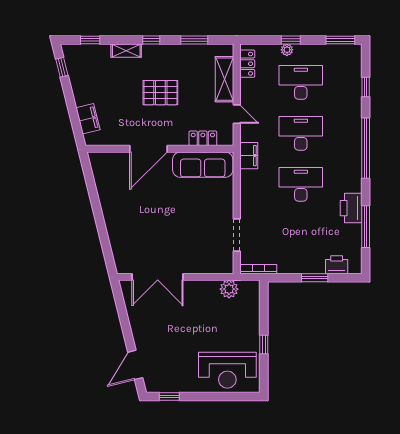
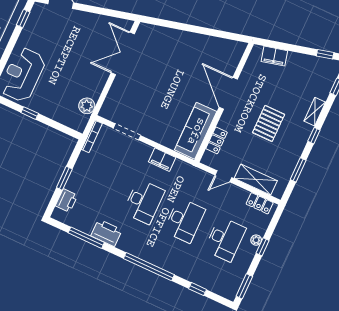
filing cabinet: (249, 156) -> (162, 160), moved

